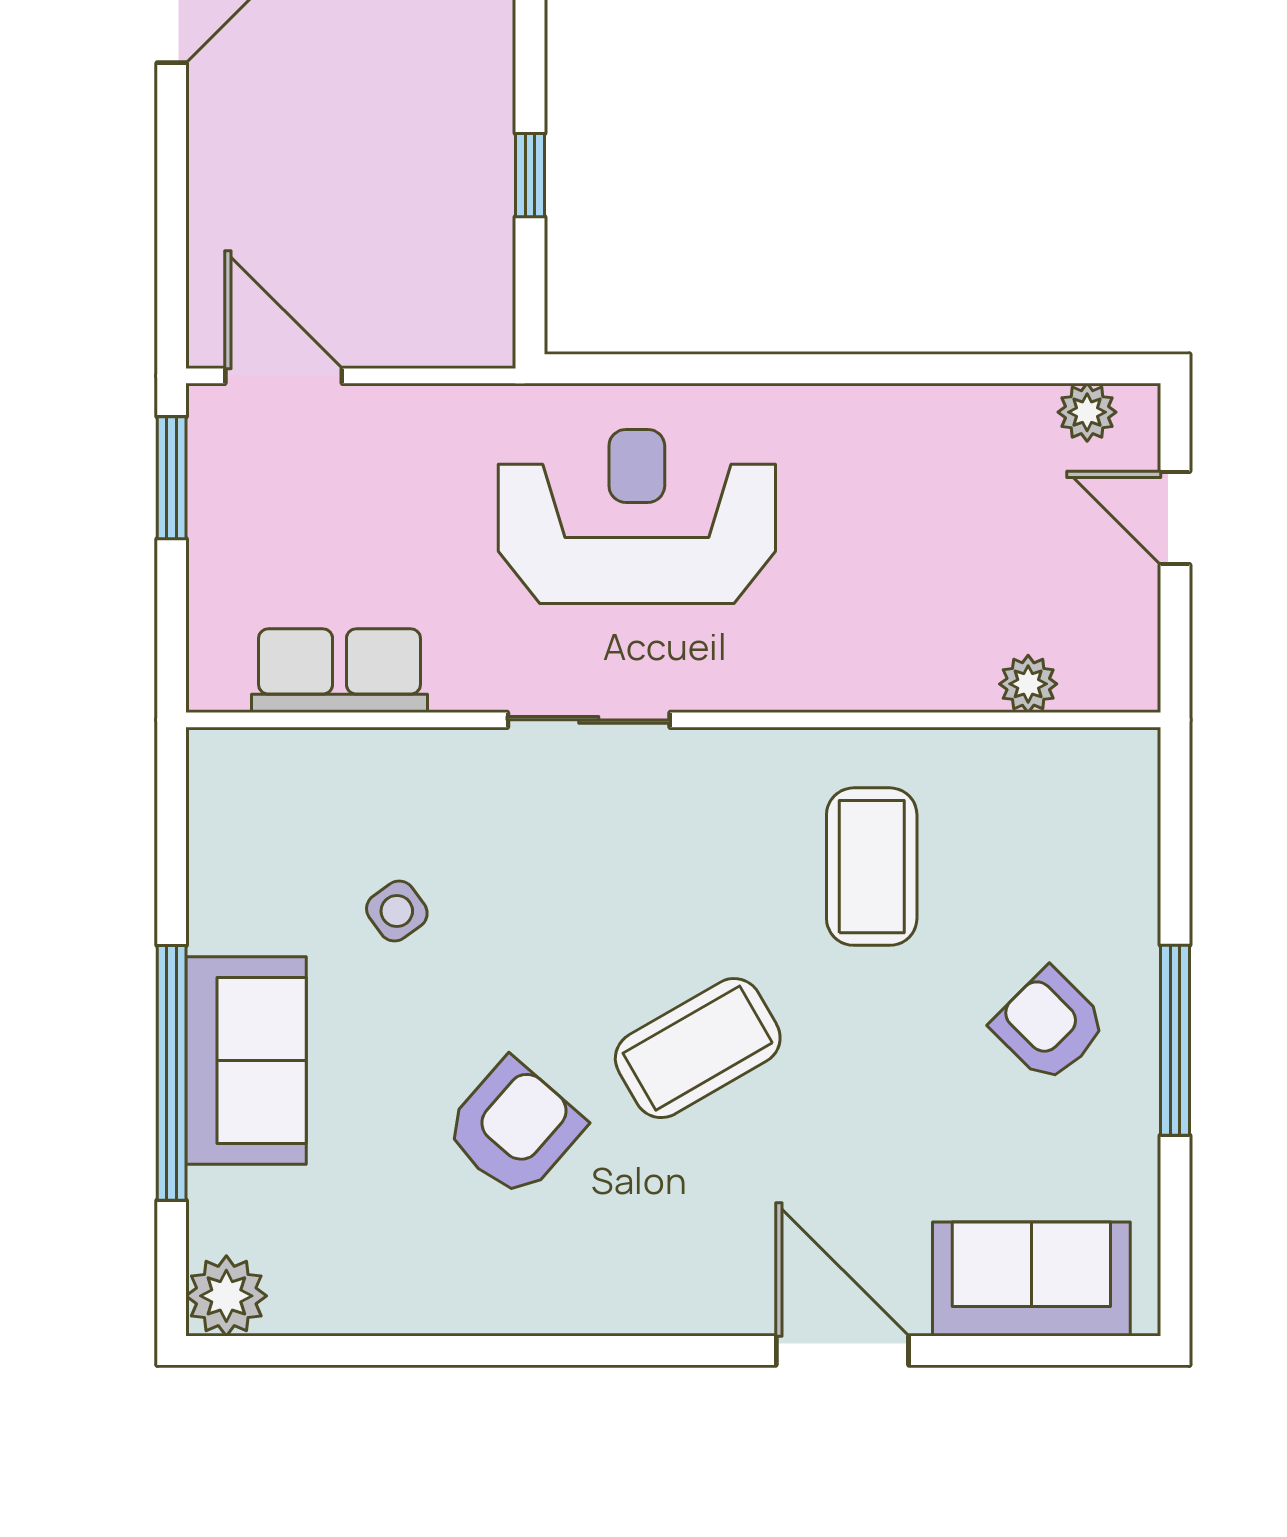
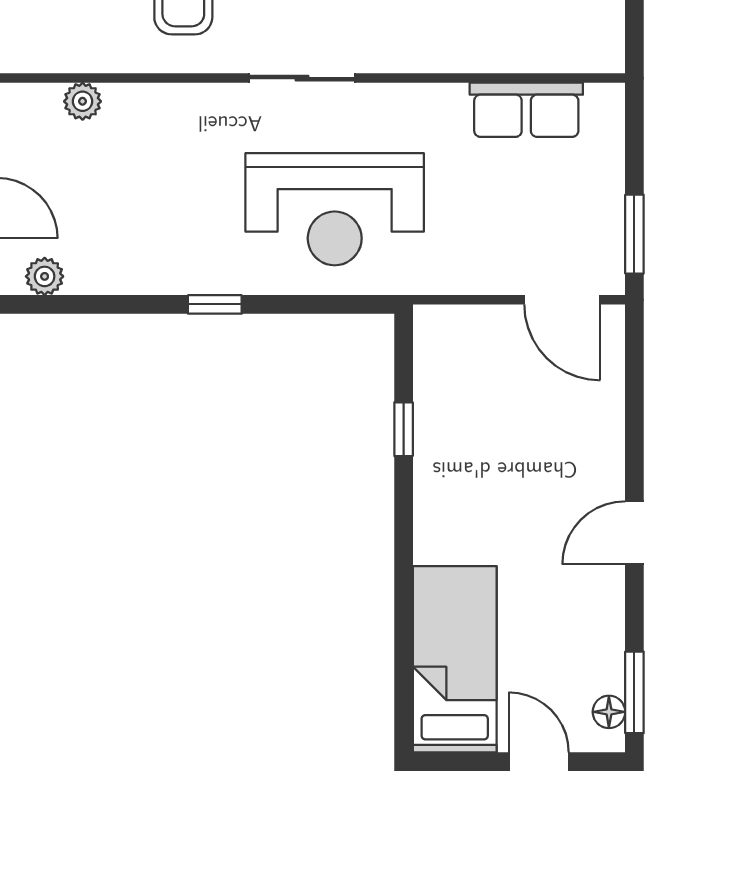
window: (823, 369) -> (215, 304), added
sliding door: (589, 720) -> (302, 78), moved

